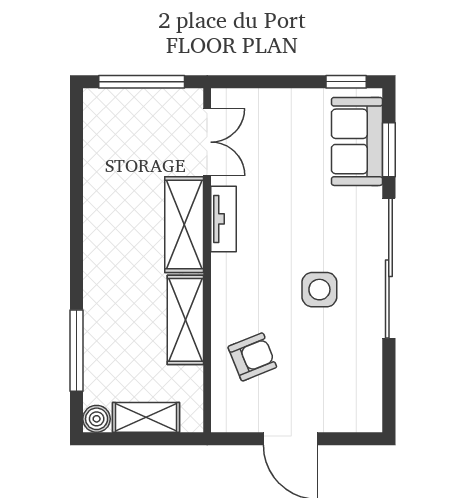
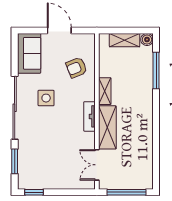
sofa: (357, 141) -> (29, 53), moved
tv unit: (224, 219) -> (89, 116), moved
shelving: (185, 320) -> (105, 91), width x0.67, depth x0.75

